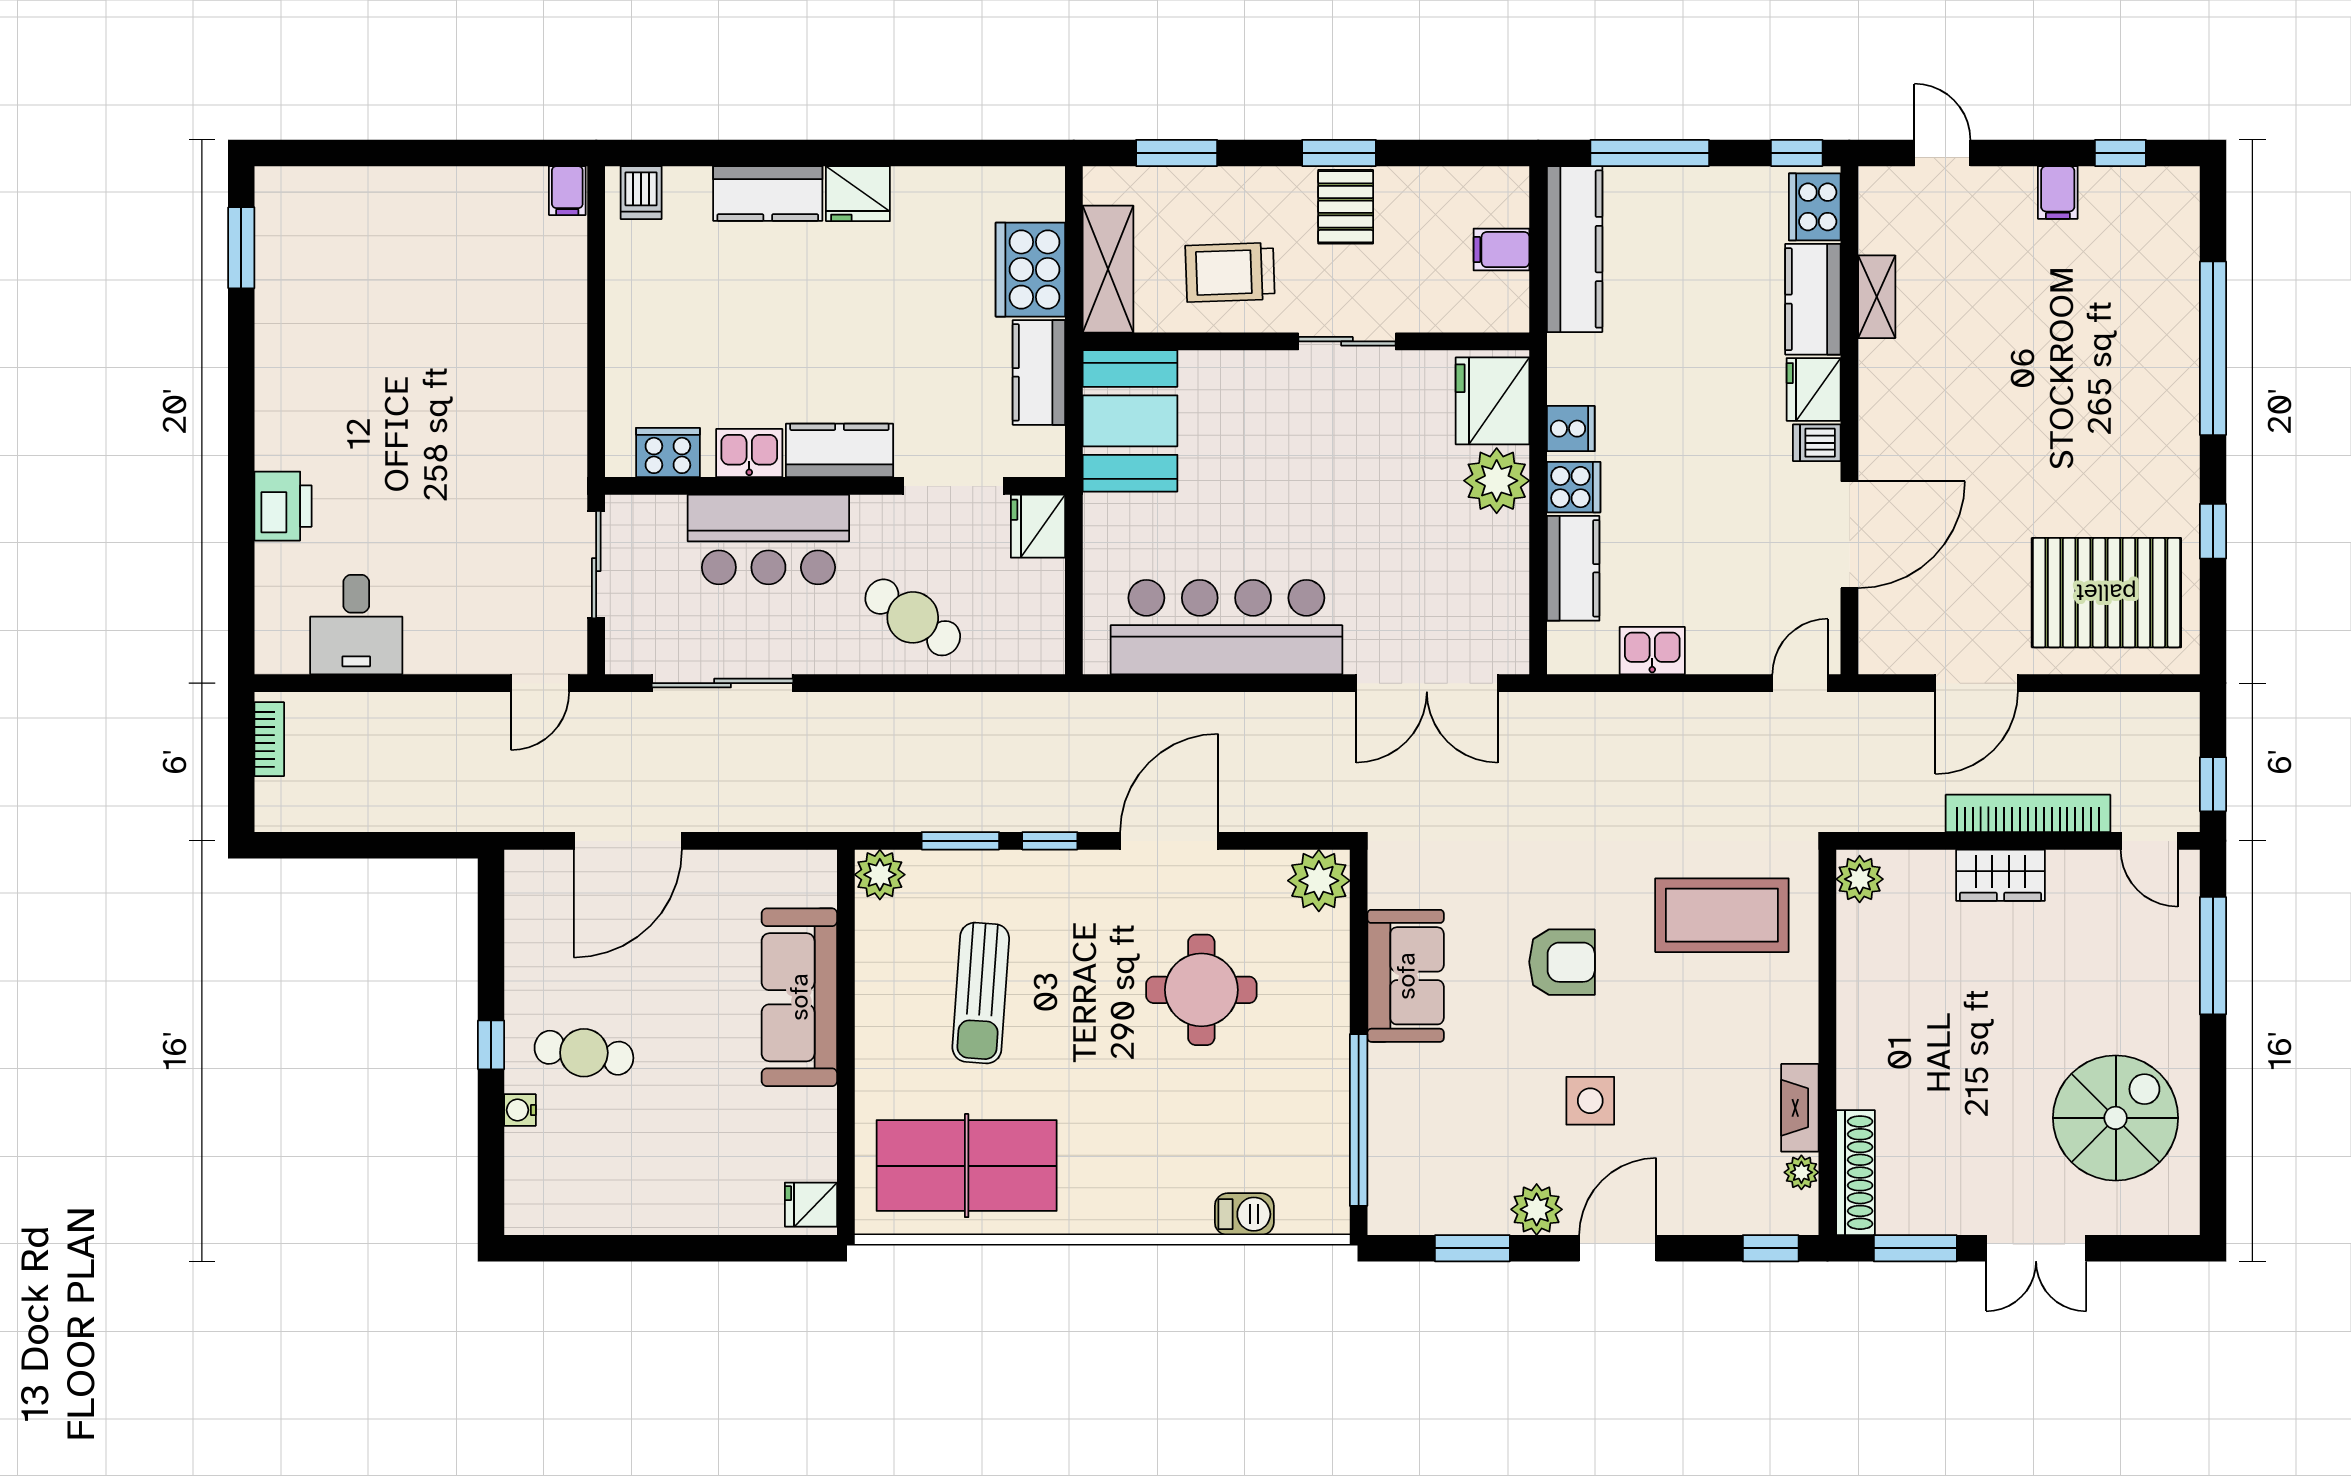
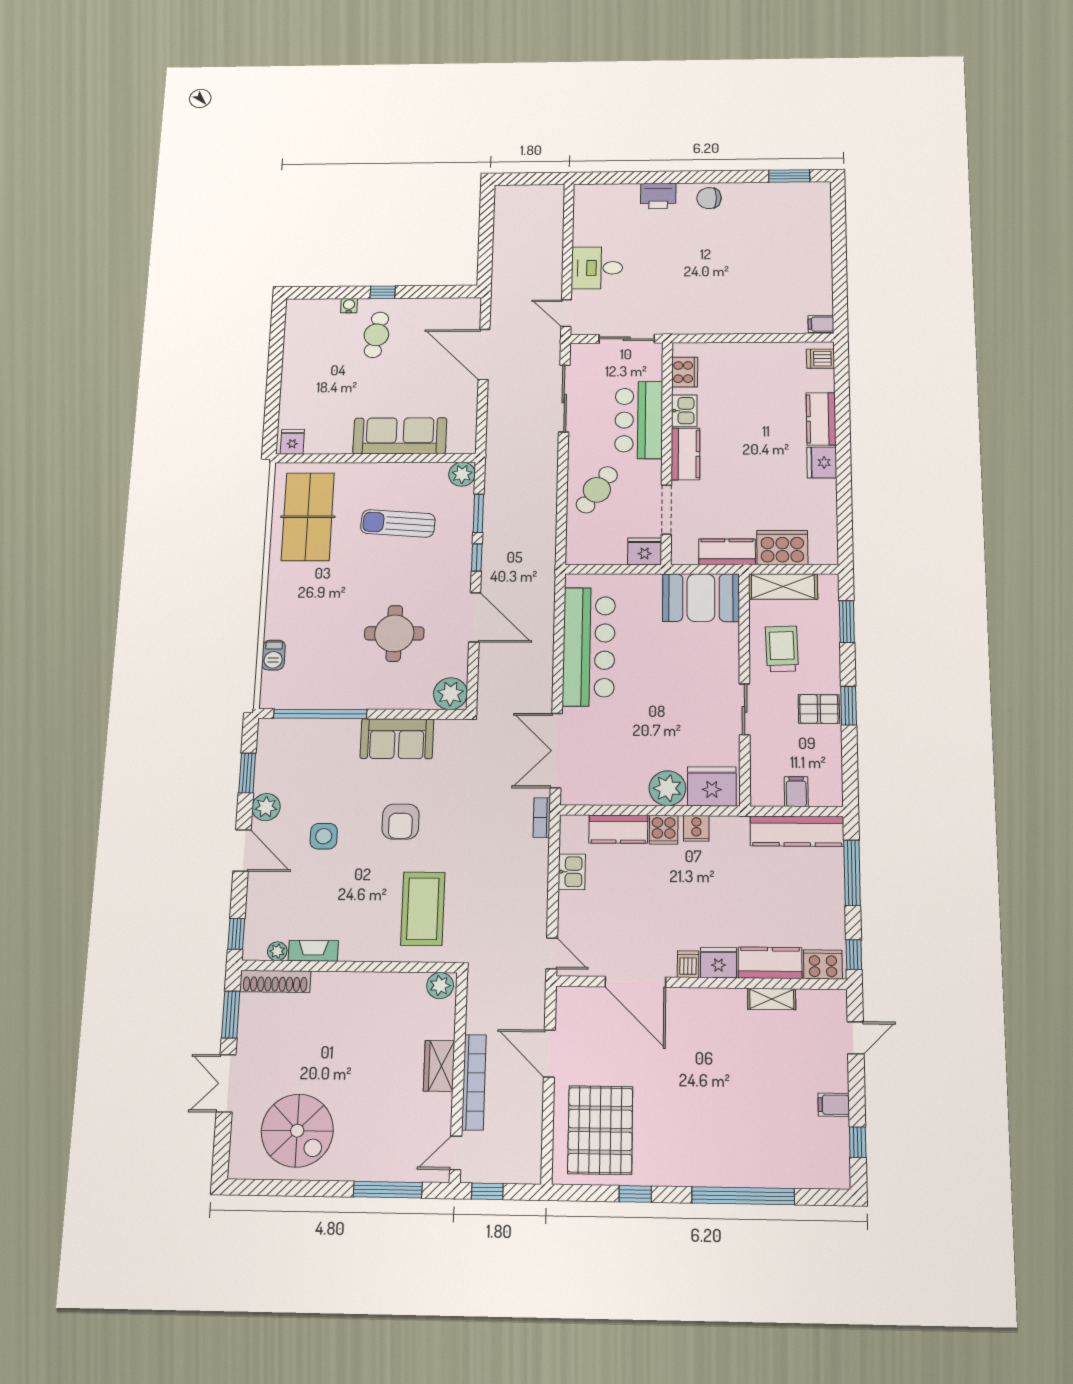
chair: (289, 406) -> (709, 198), added
desk: (356, 625) -> (597, 268), moved
bookcase: (269, 739) -> (542, 818), moved, turned 90

